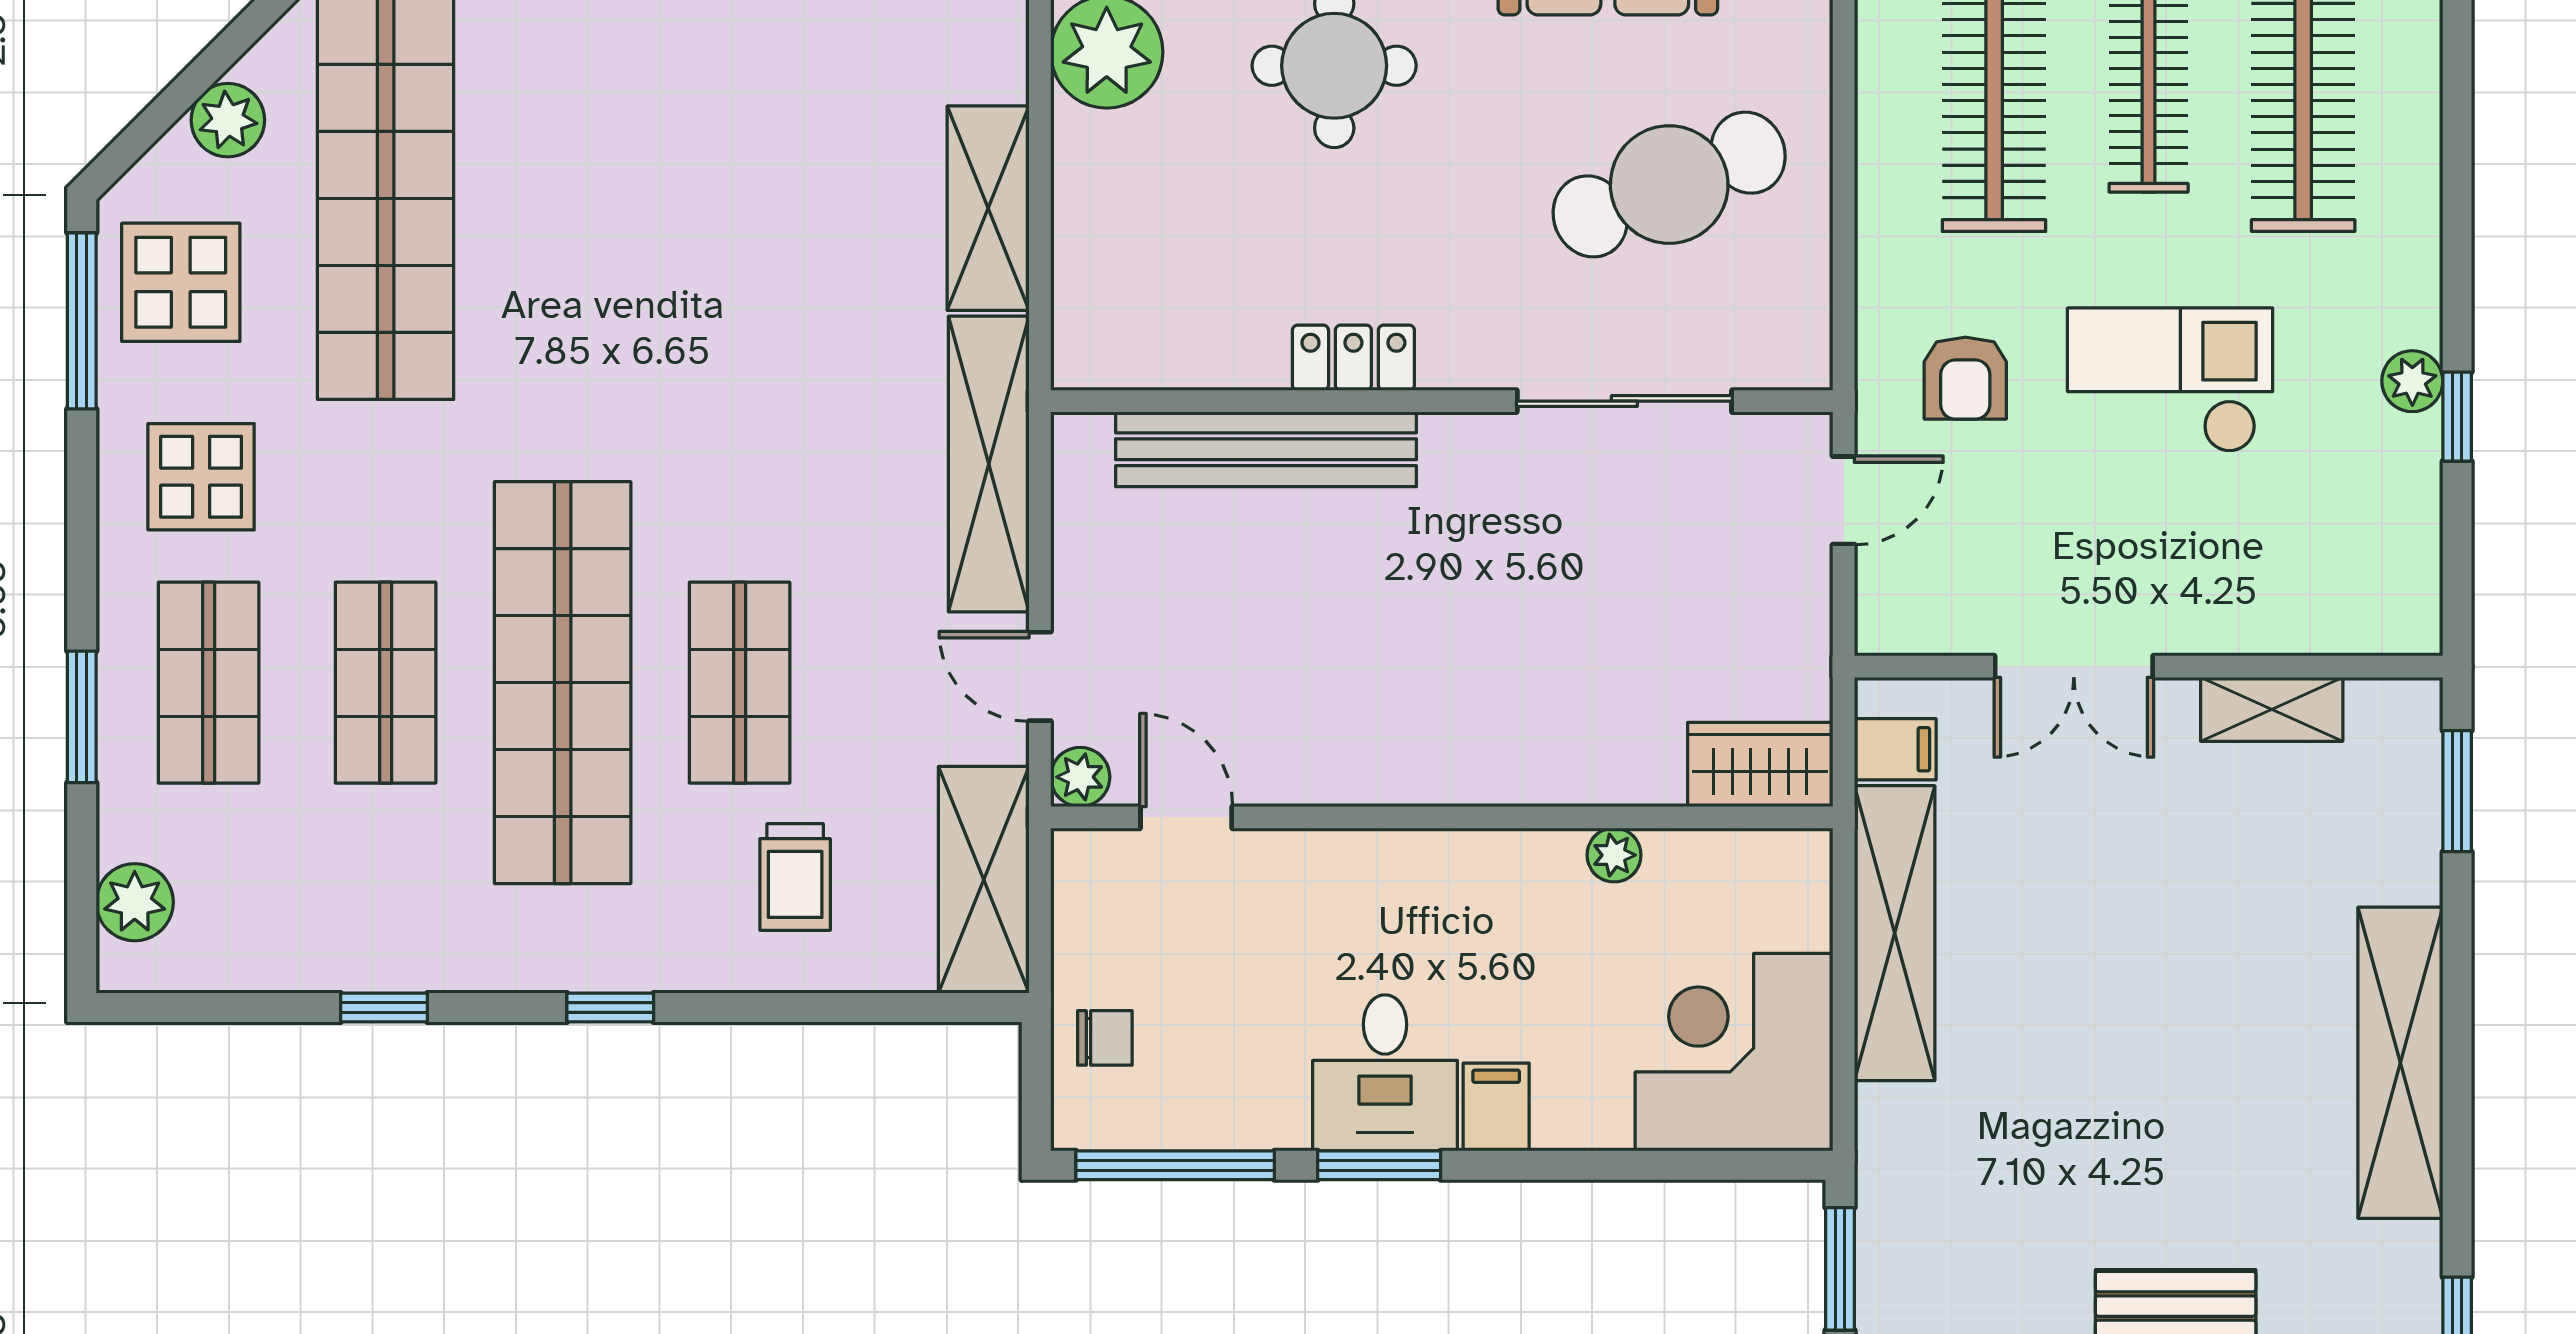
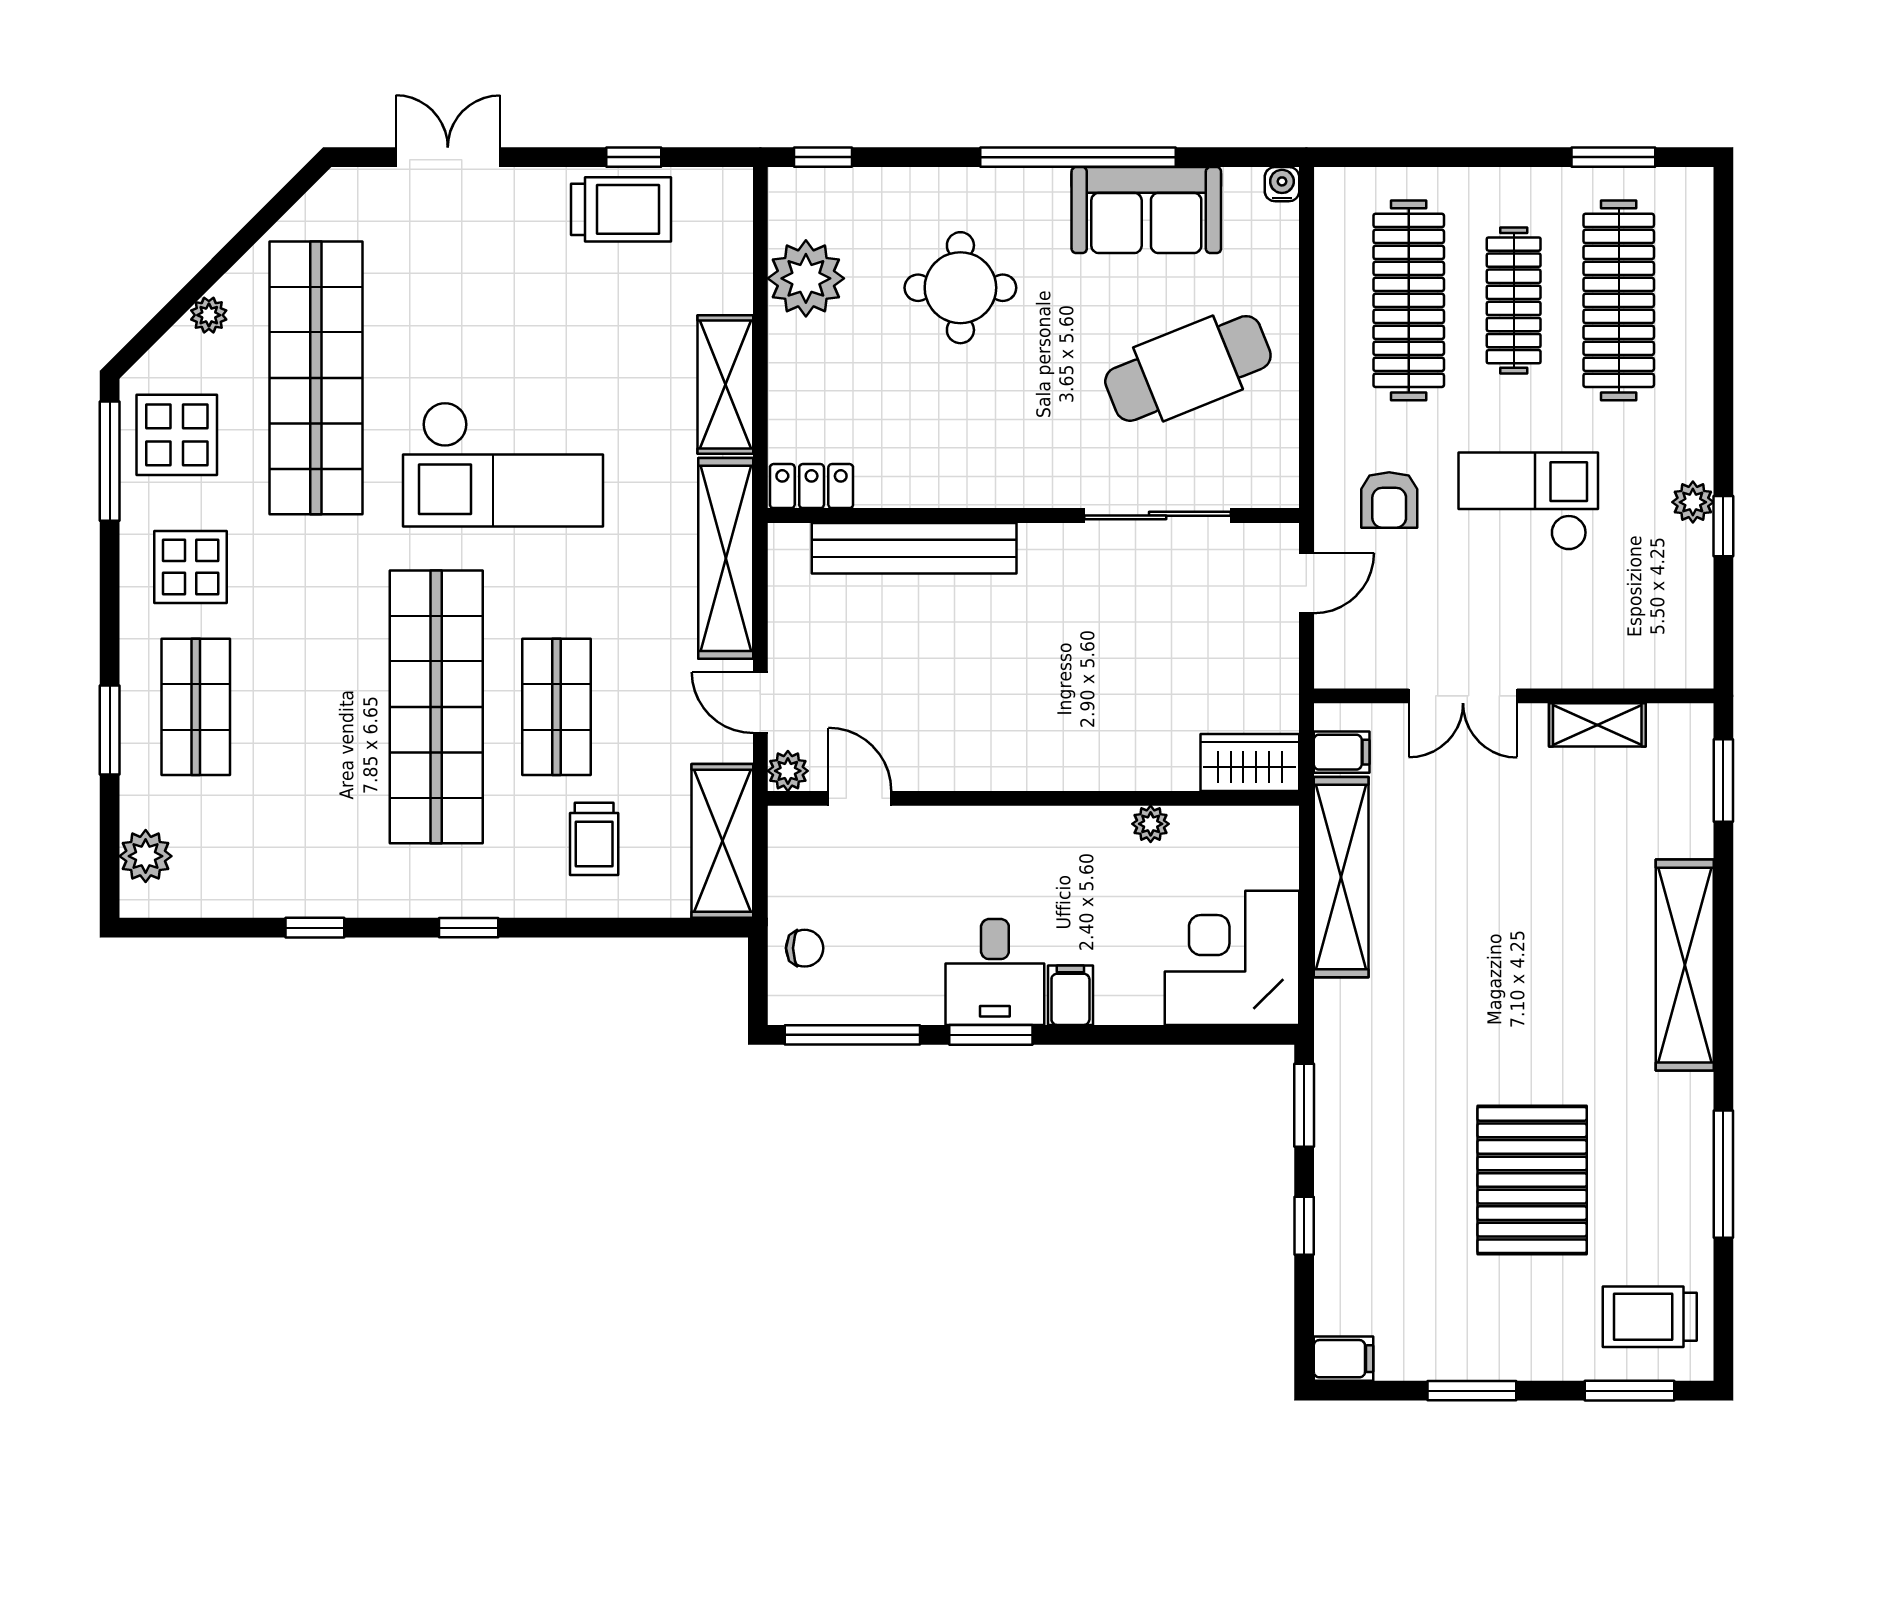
plant: (228, 120) -> (209, 315), width x0.73, depth x0.73
checkout: (661, 326) -> (503, 464), added
locker: (1353, 358) -> (812, 486), moved
shop shelf: (386, 683) -> (316, 707), removed

